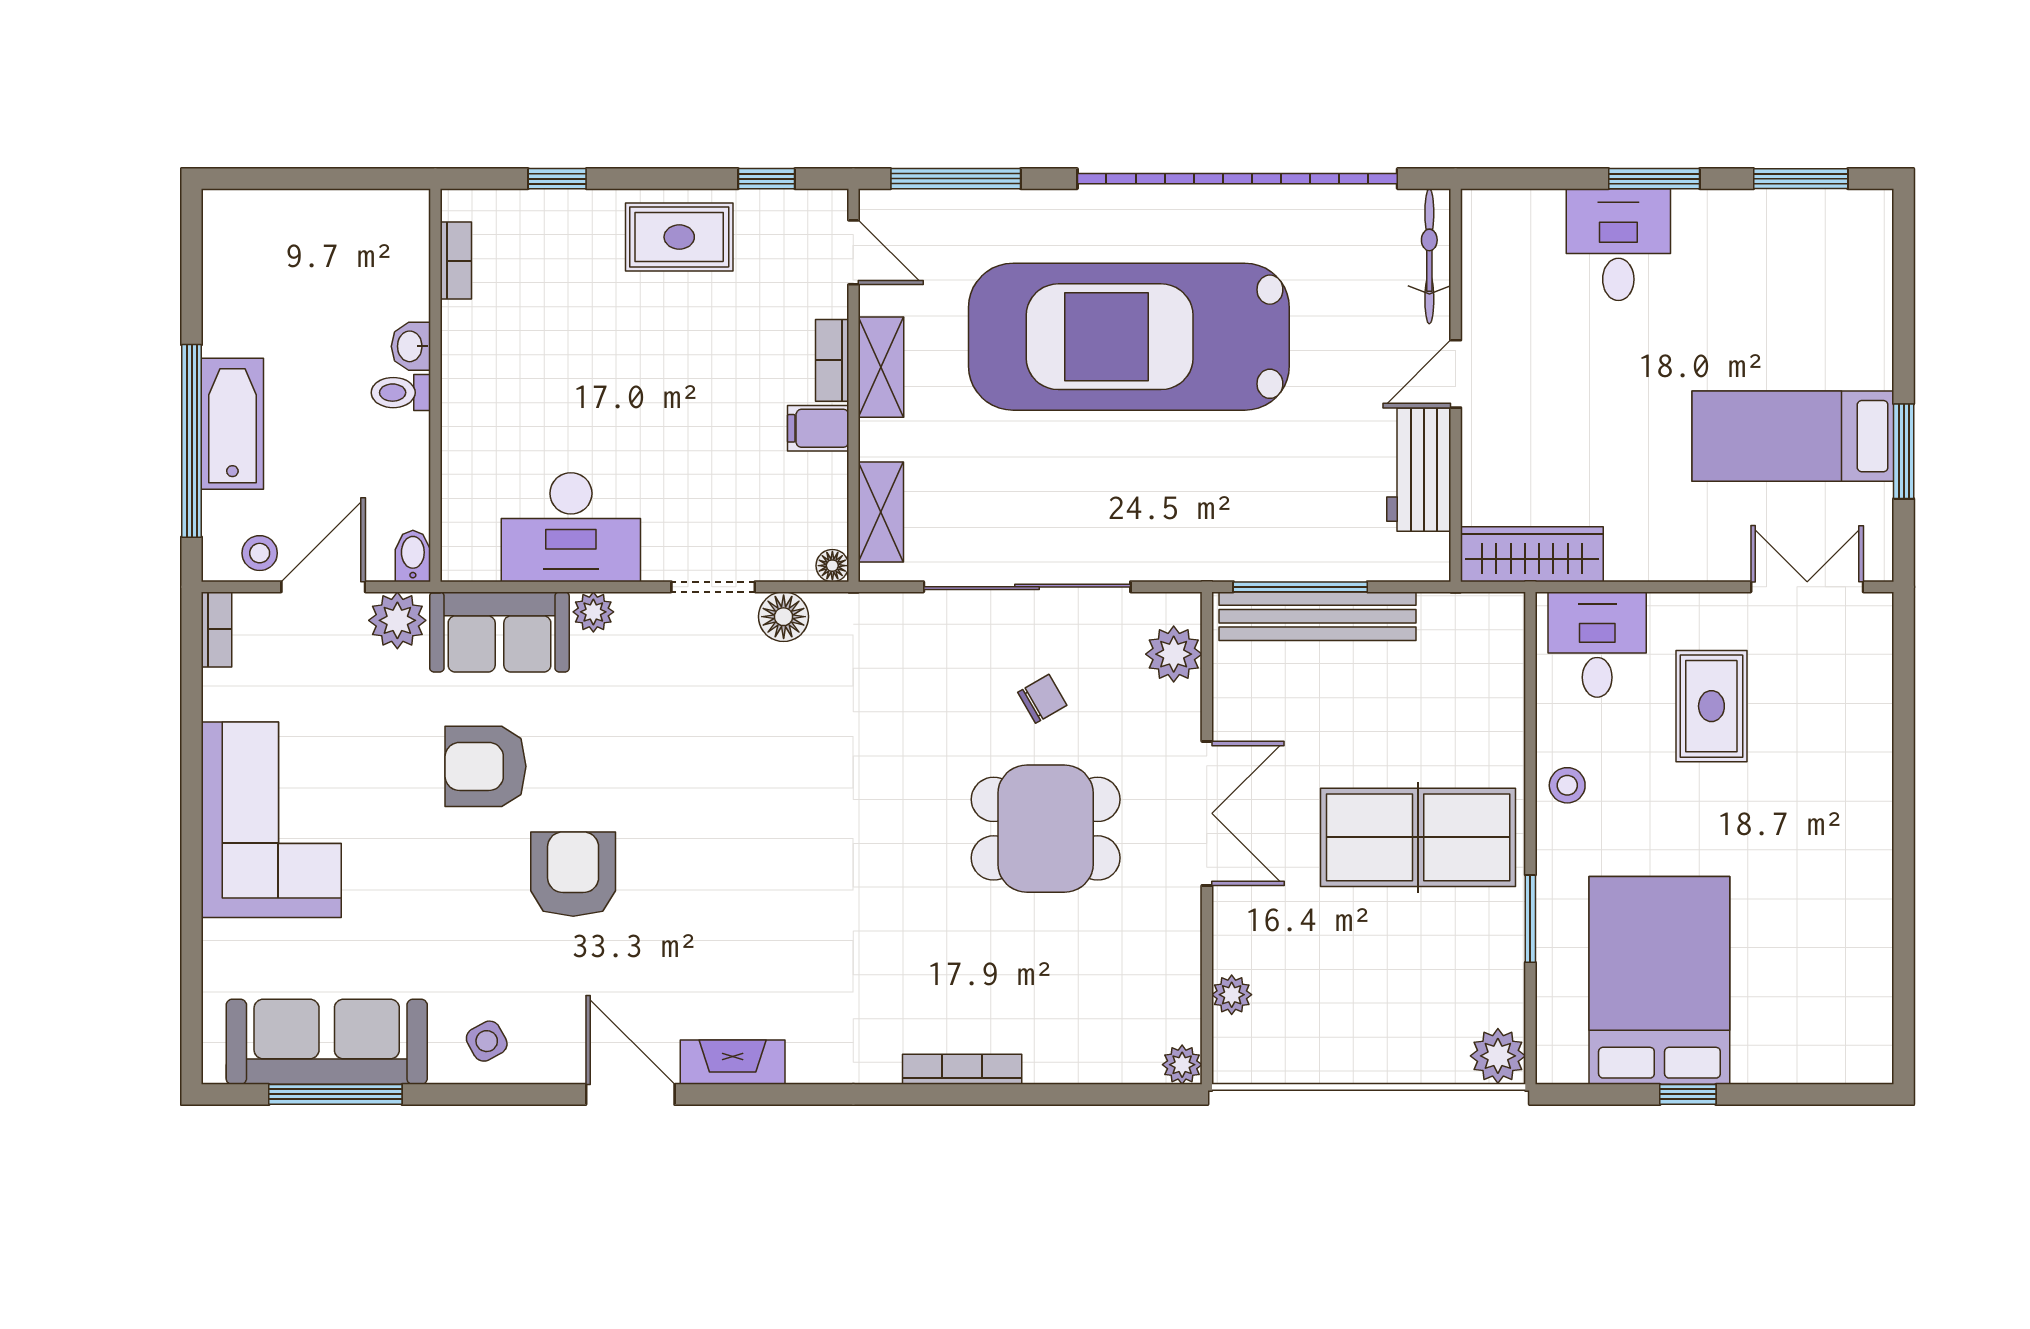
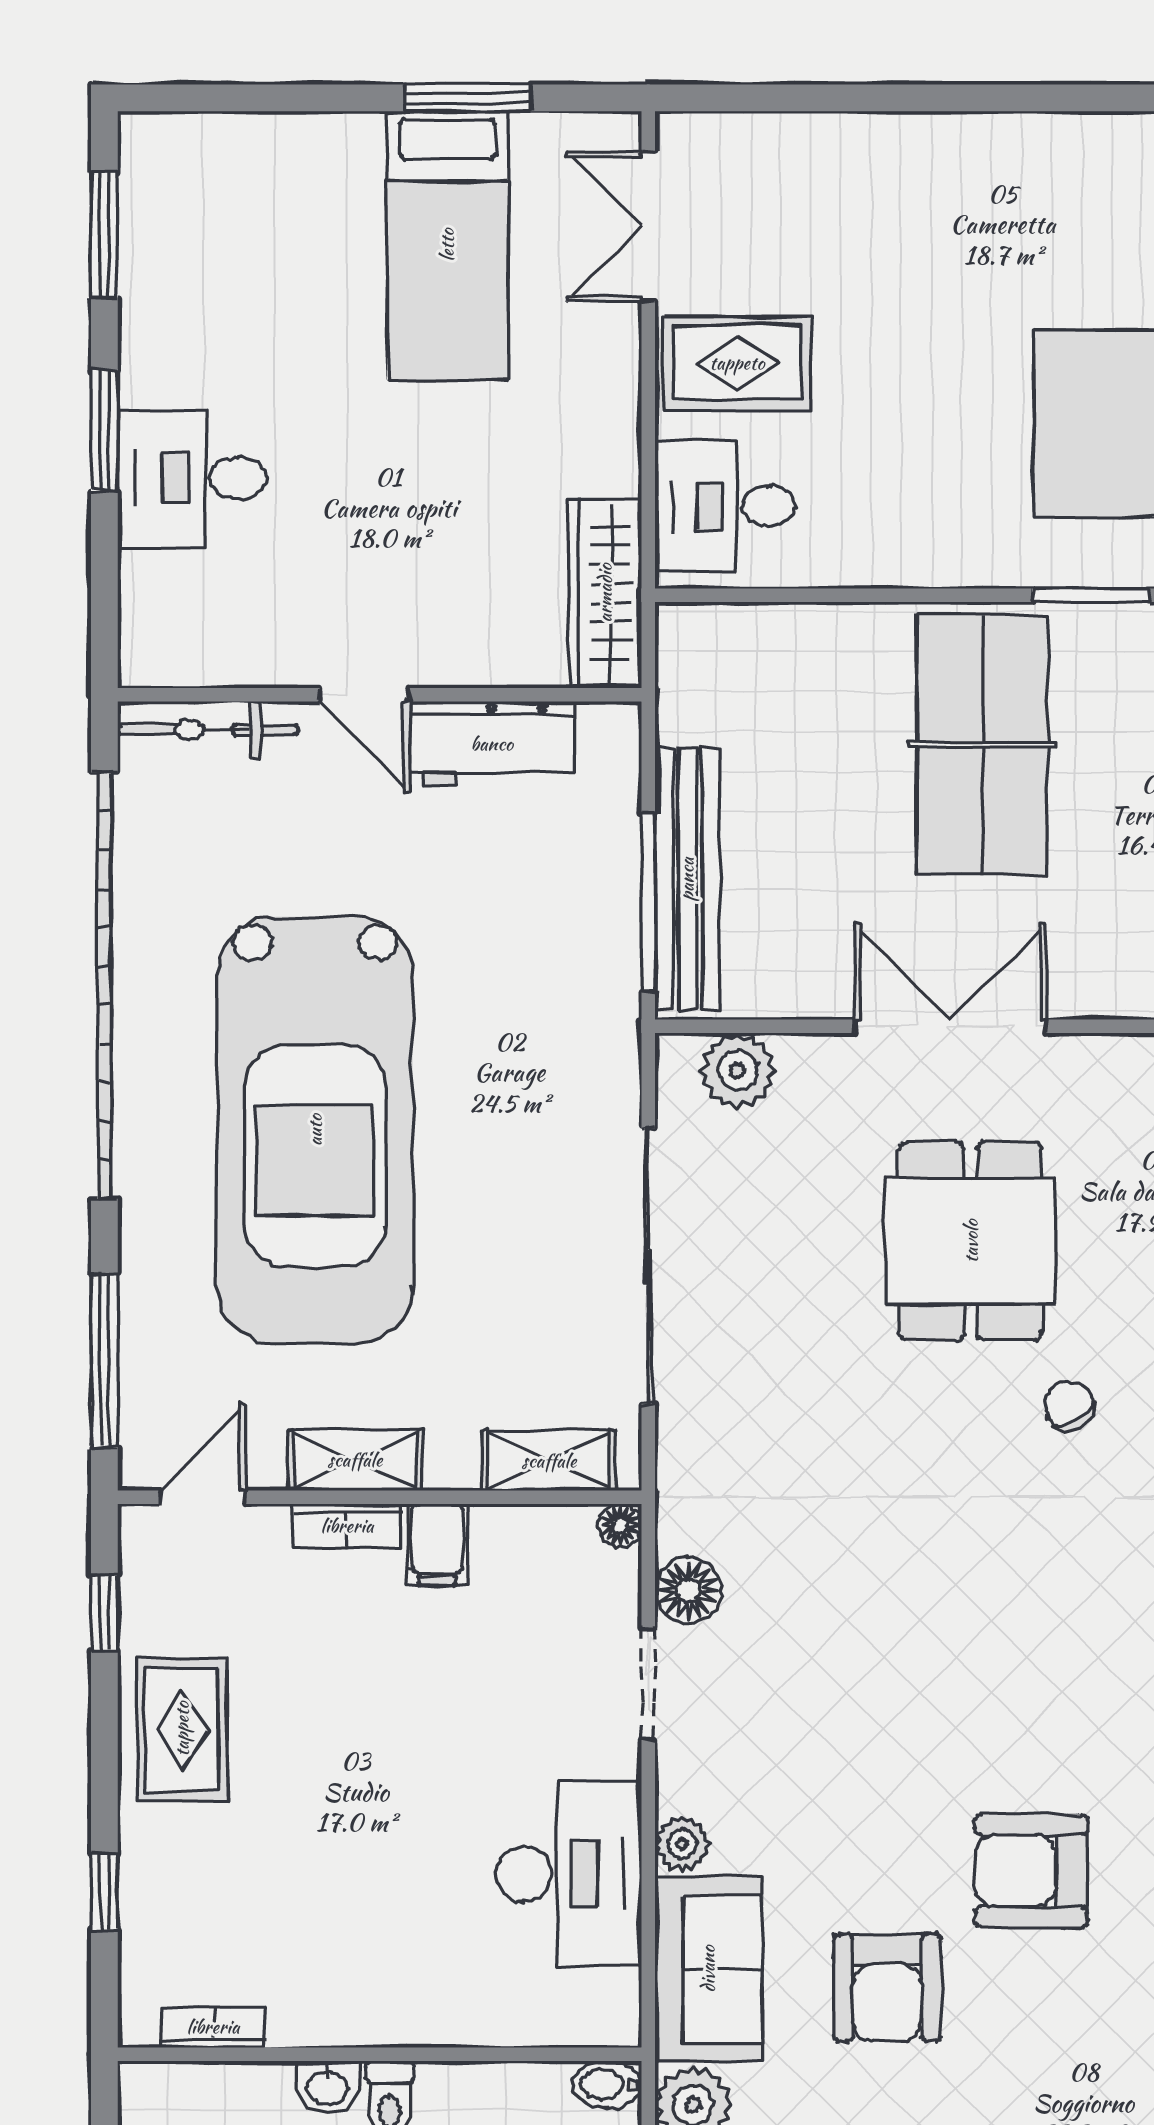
chair: (1042, 699) -> (1069, 1406), moved
rug: (1711, 706) -> (737, 363), moved
stool: (1567, 785) -> (913, 546), removed

